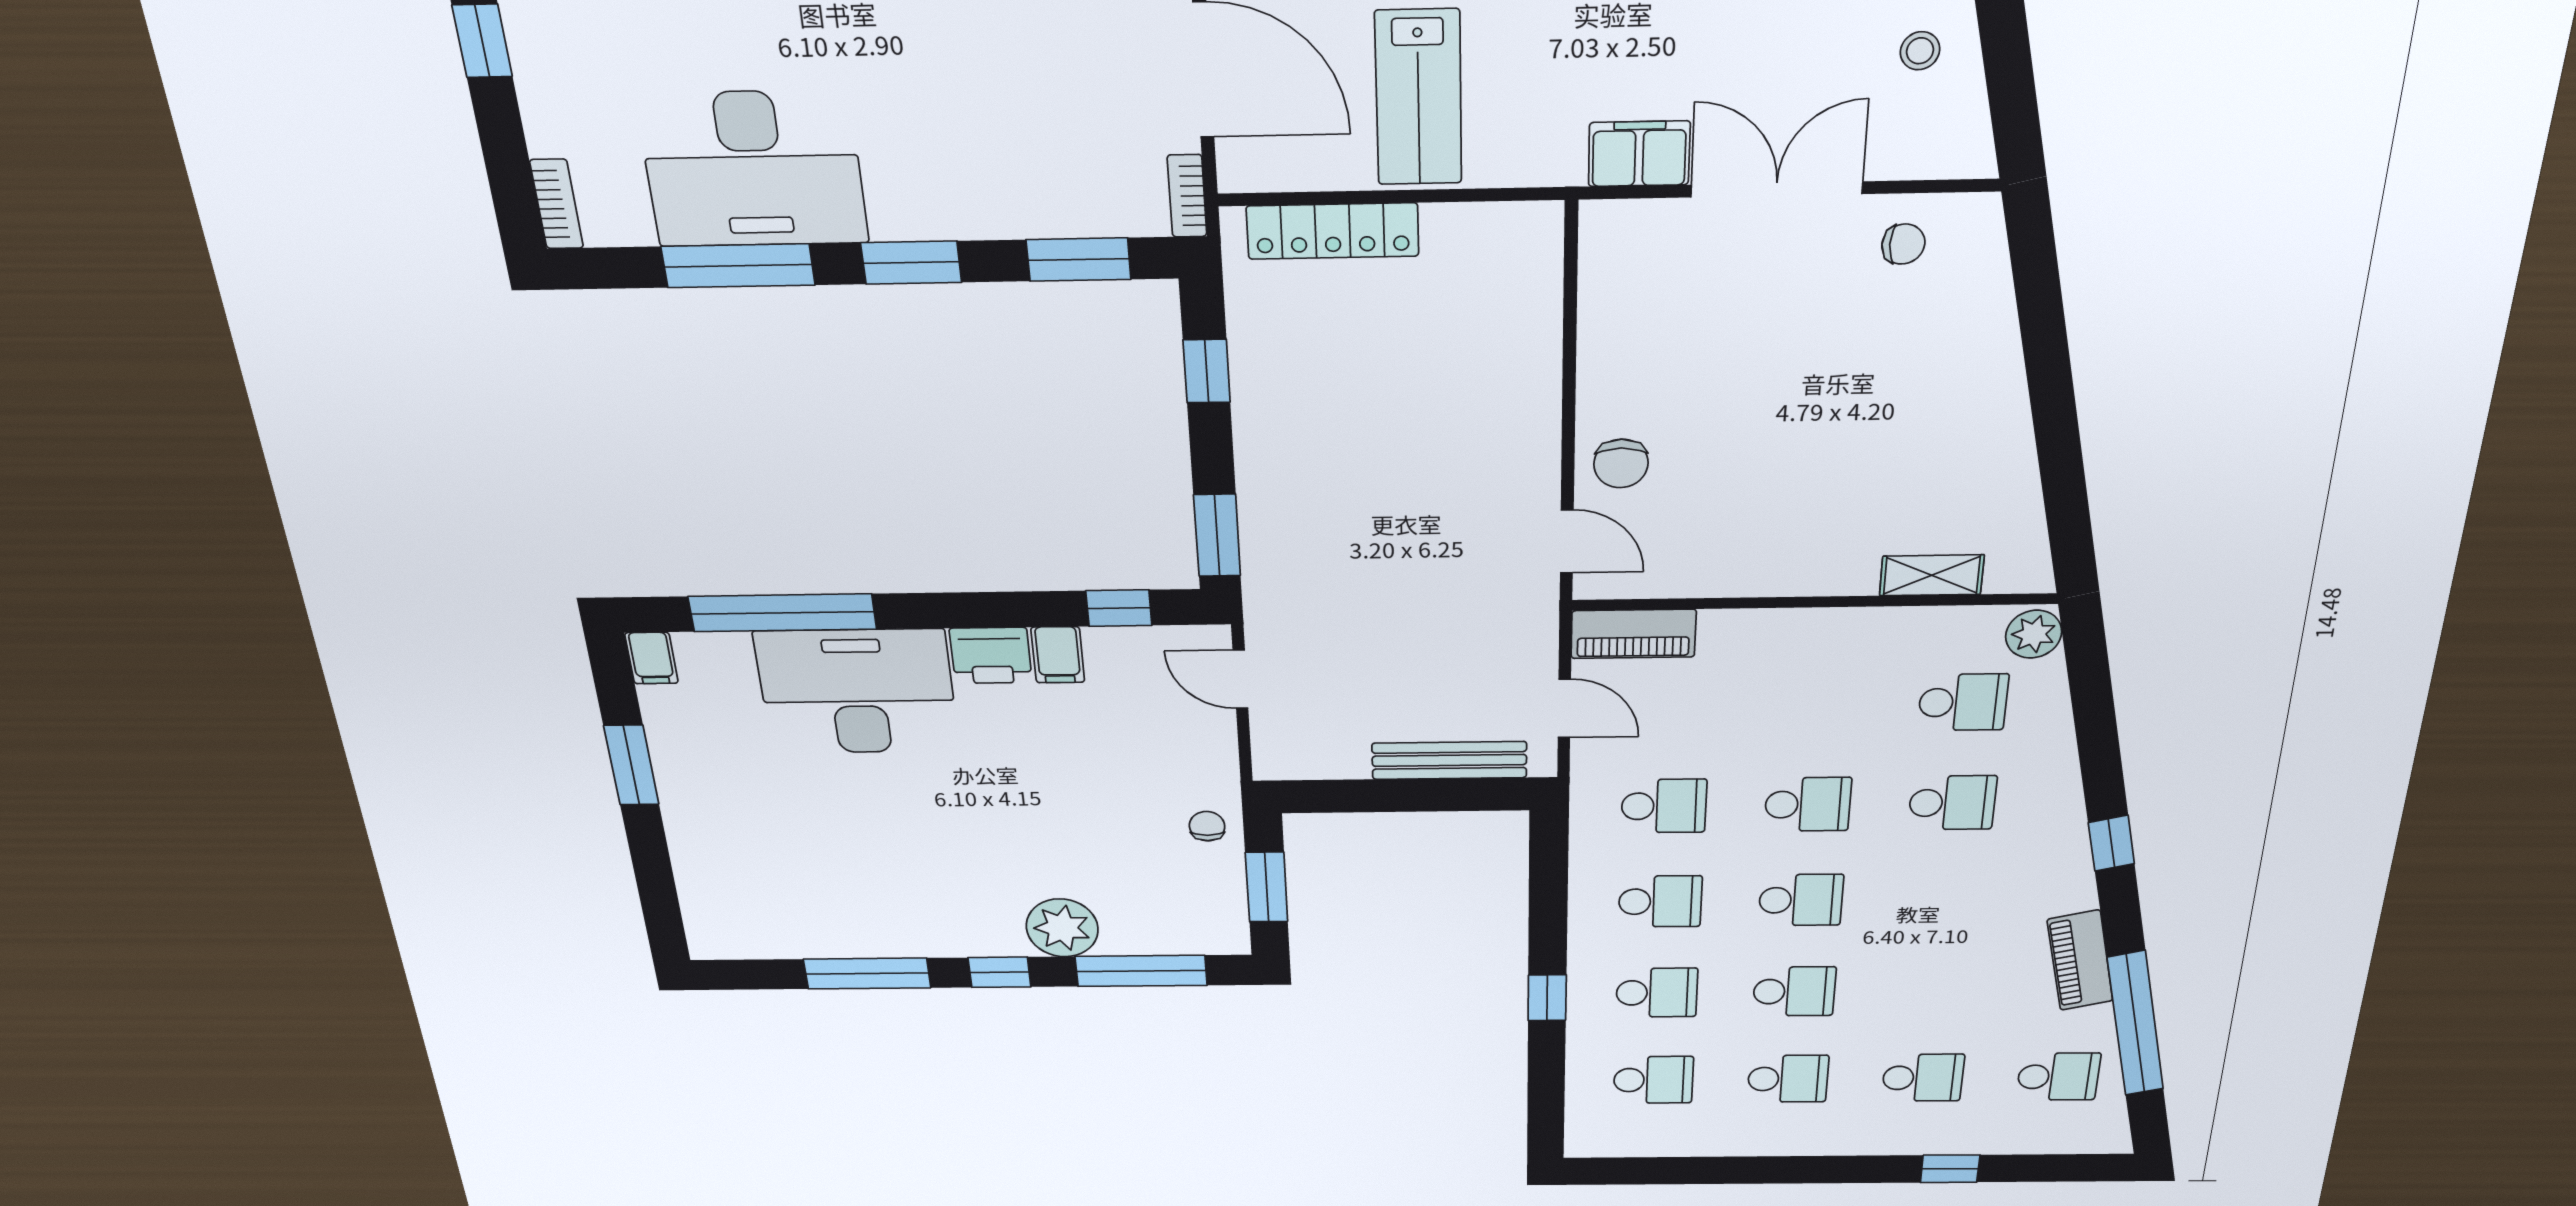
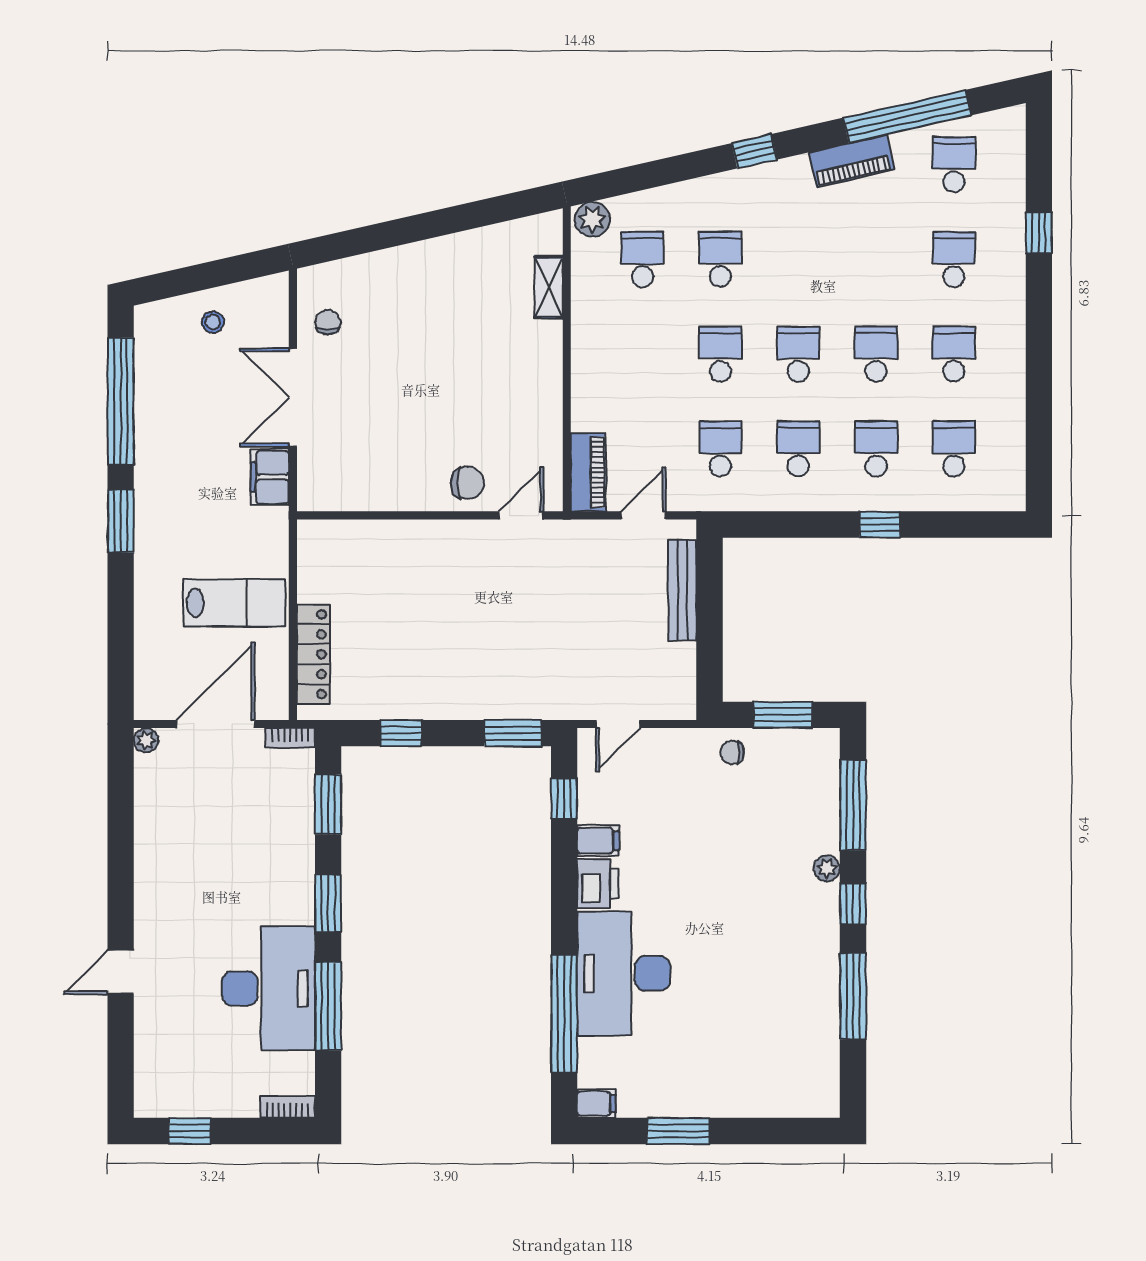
plant: (1062, 928) -> (827, 868), width x0.53, depth x0.53

